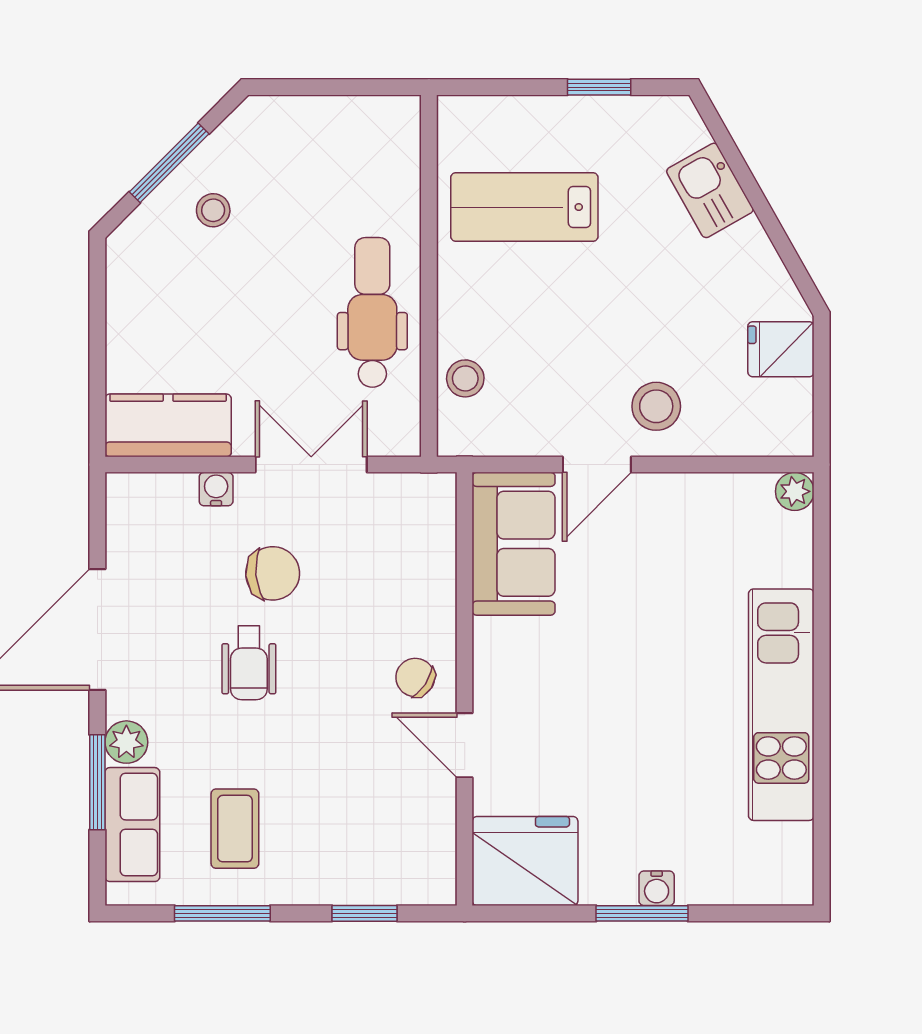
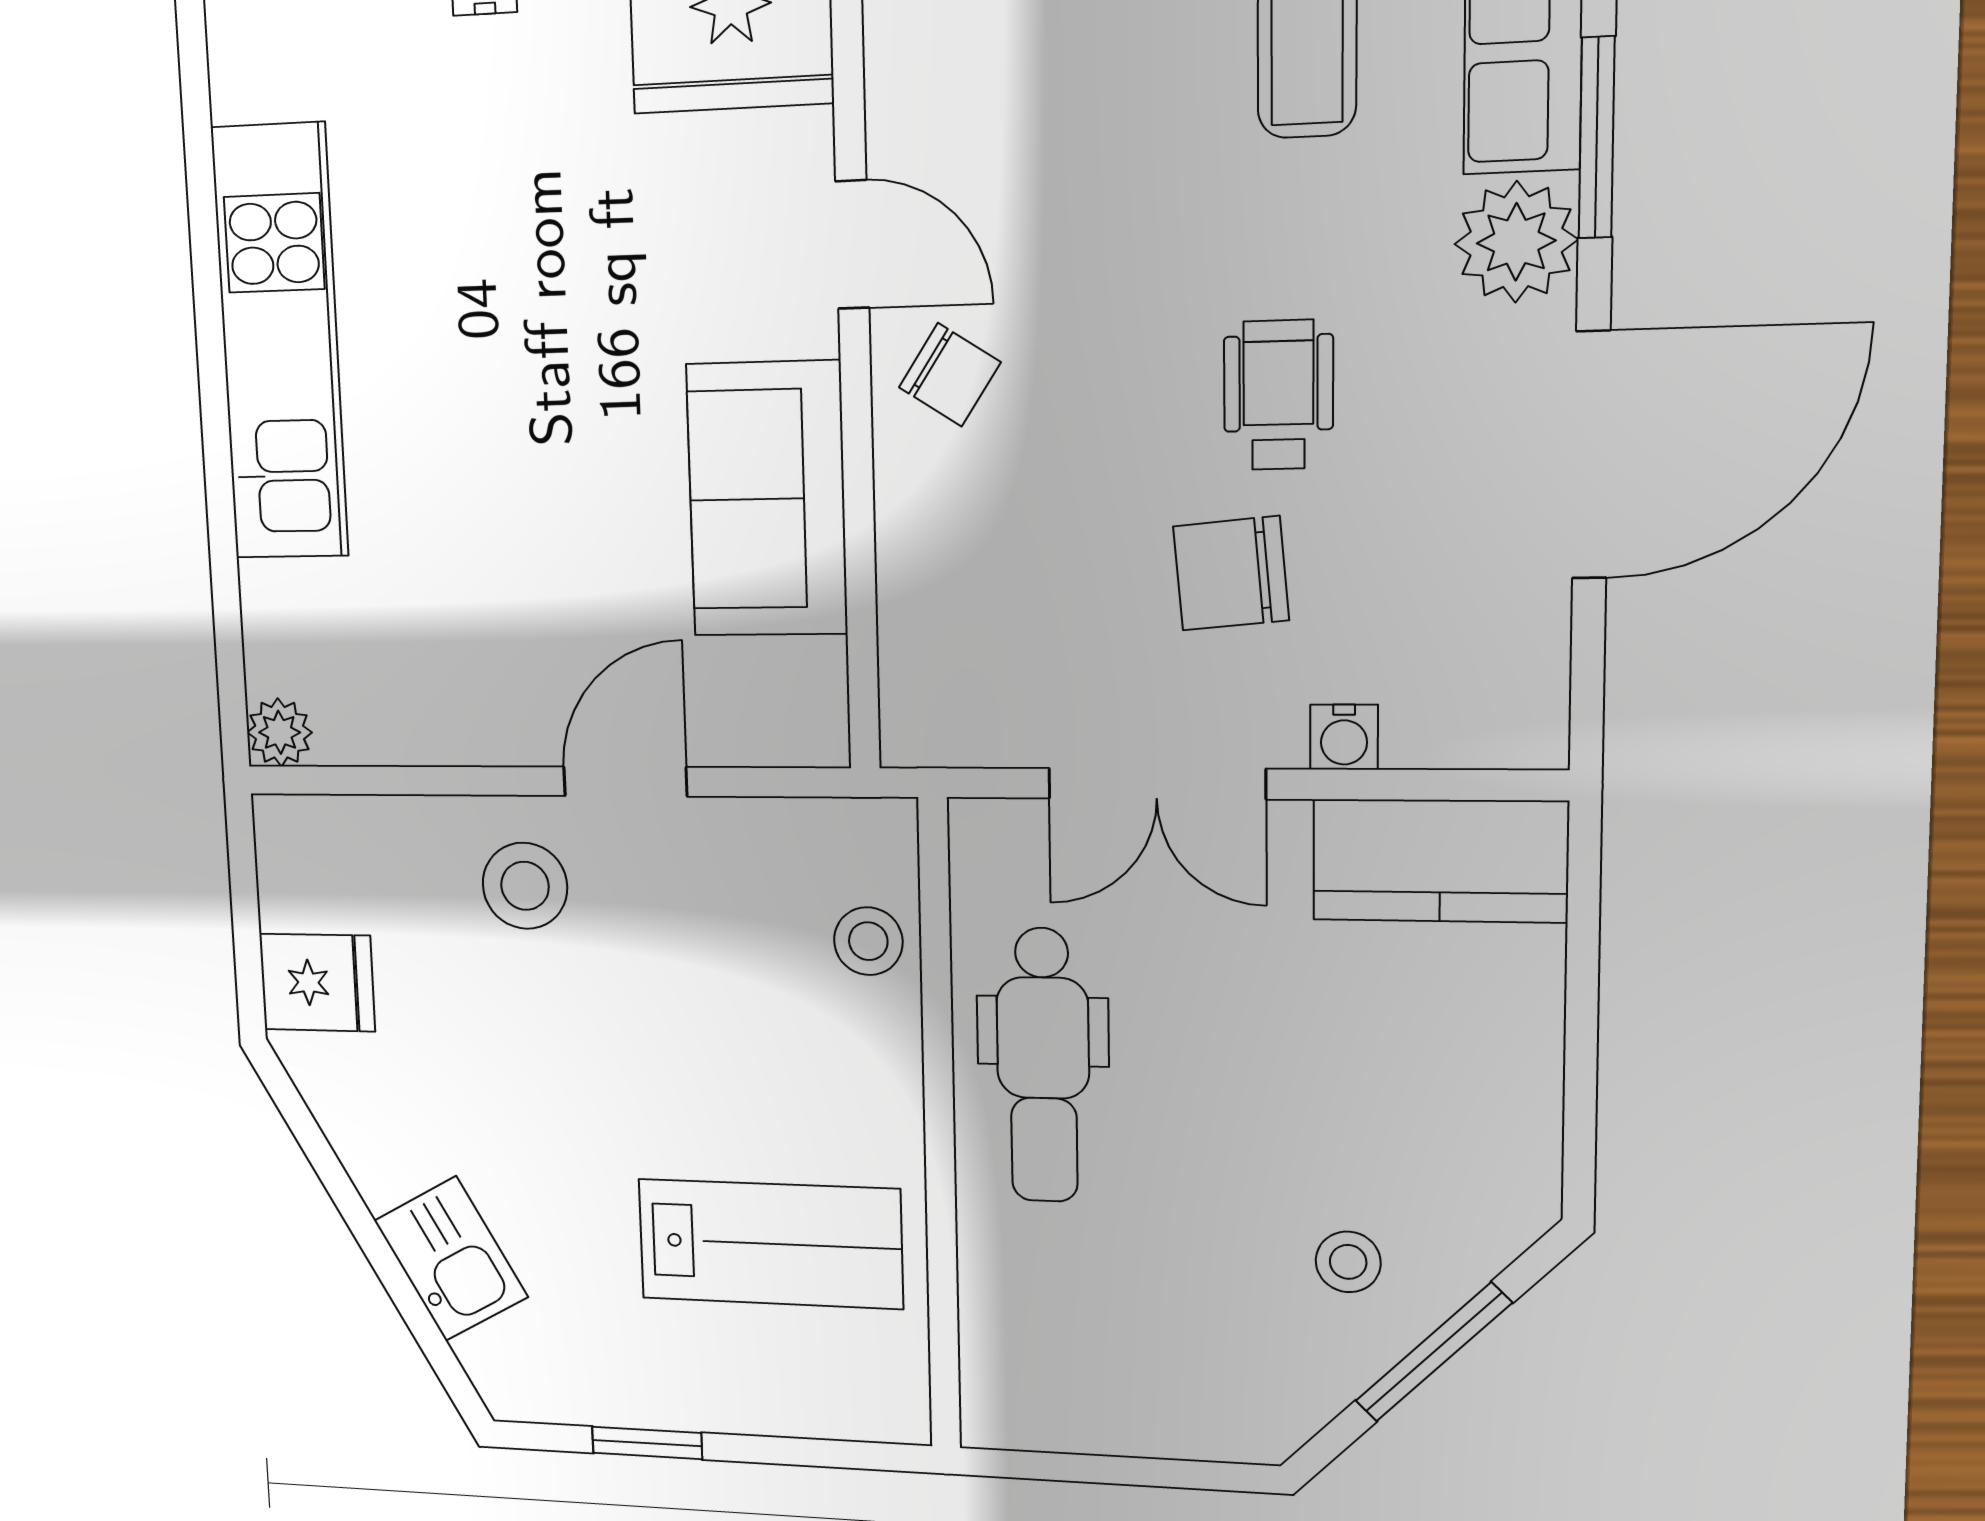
sofa: (514, 544) -> (767, 499), moved
plant: (126, 742) -> (1516, 242), width x1.38, depth x1.38

